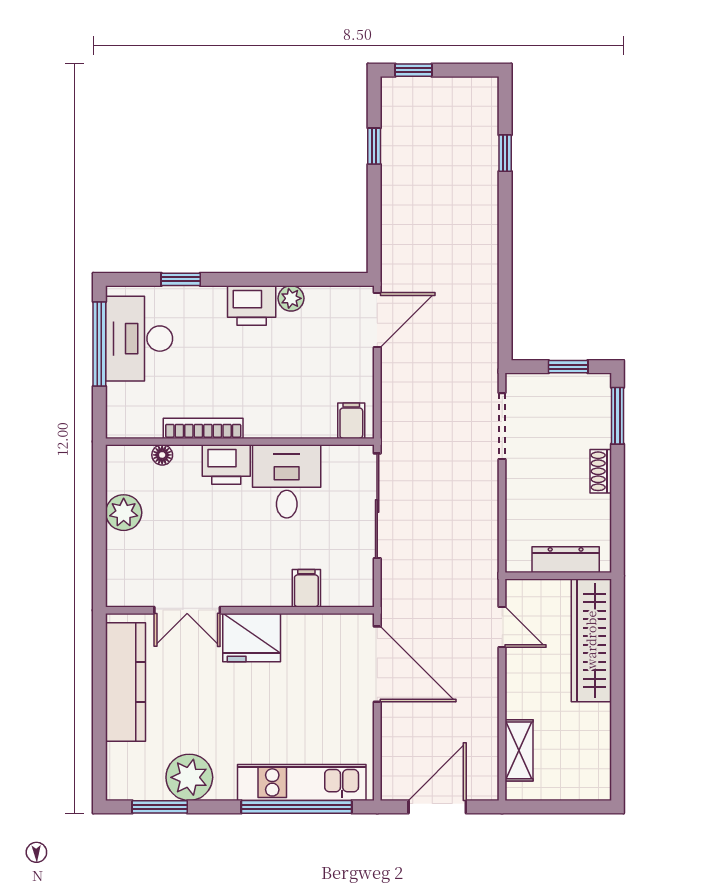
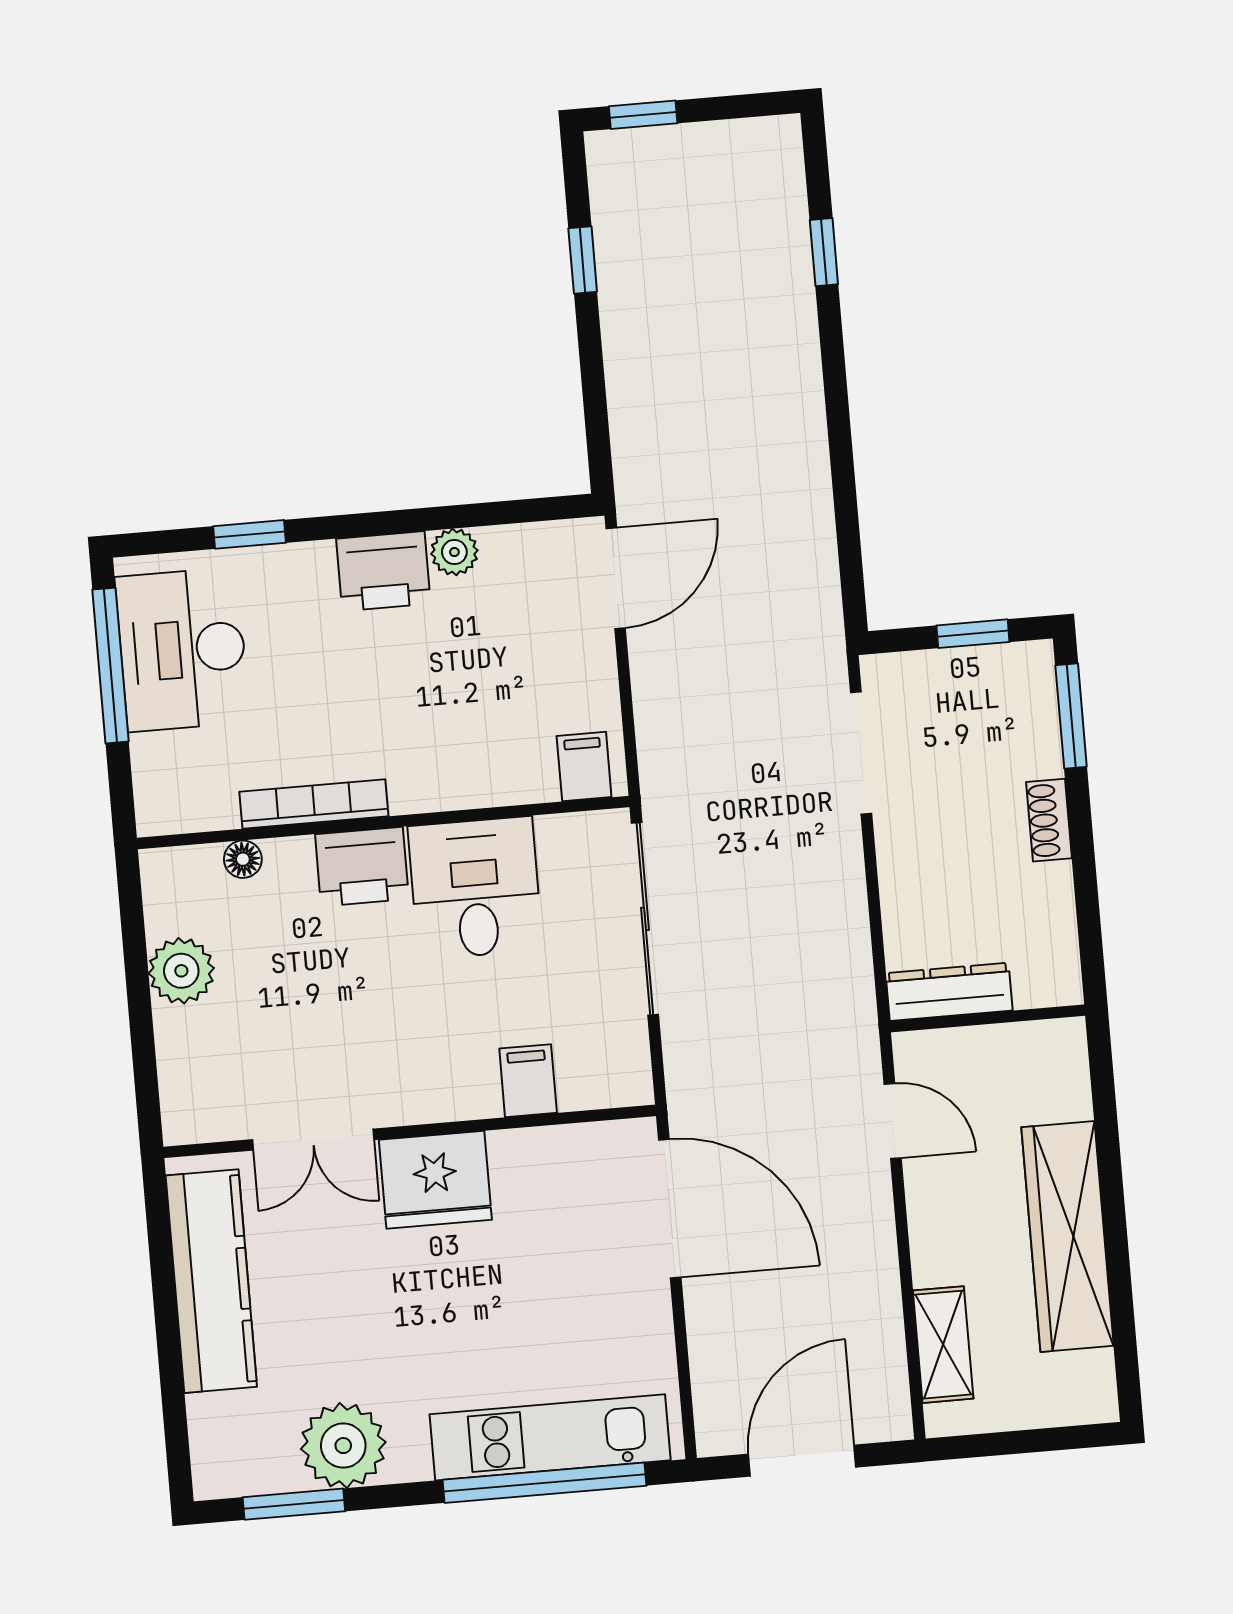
dresser: (566, 560) -> (949, 992), moved
wardrobe: (591, 640) -> (1067, 1236), moved

